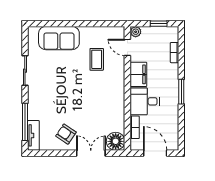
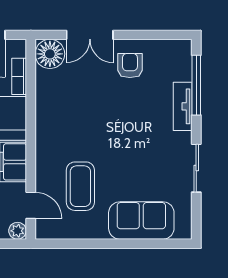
coffee table: (97, 59) -> (80, 186), width x1.36, depth x1.30
armchair: (66, 134) -> (130, 66), turned -124
tv unit: (33, 135) -> (183, 106), moved

